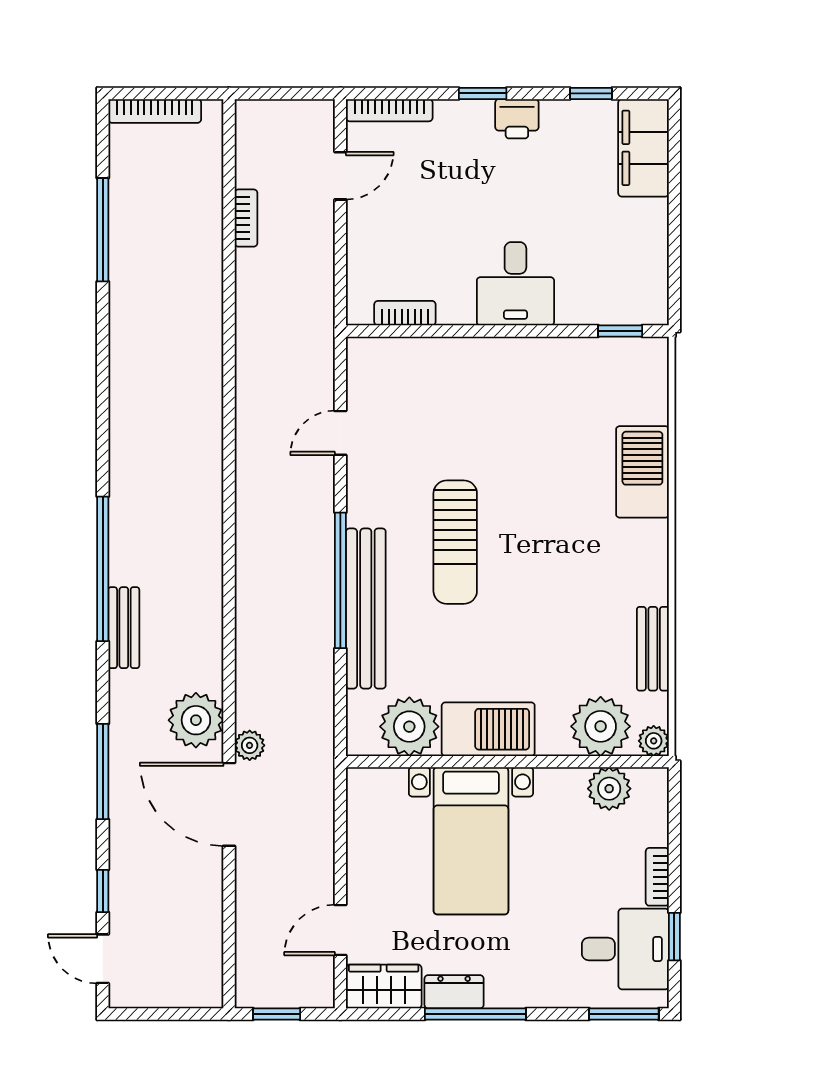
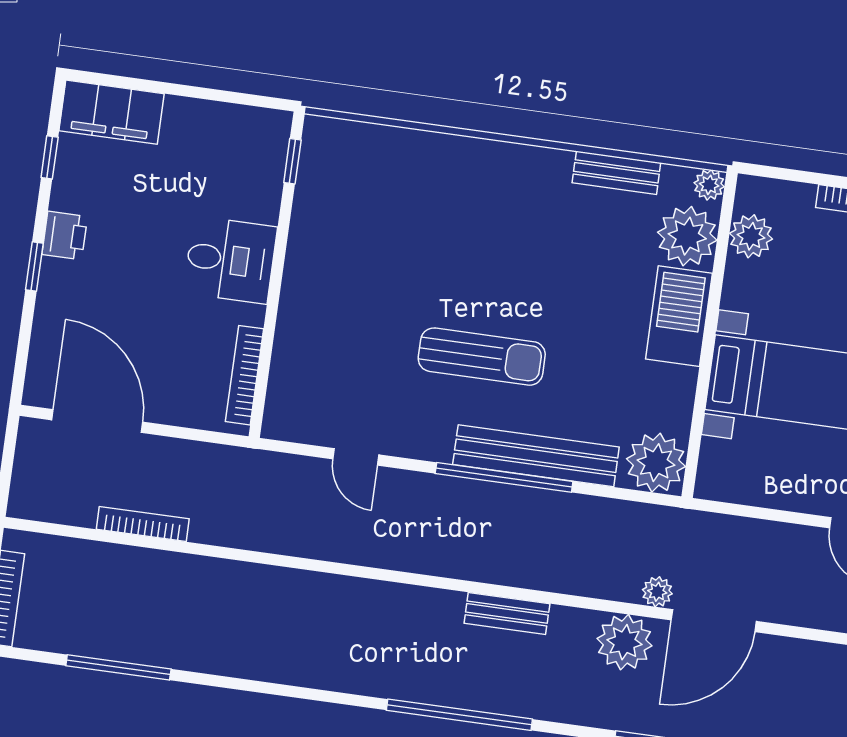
bookcase: (389, 110) -> (38, 363), removed
door: (340, 176) -> (97, 421), width x1.88
bookcase: (246, 218) -> (143, 524), width x1.56
bookcase: (405, 313) -> (244, 375), width x1.56
barbecue: (642, 472) -> (437, 159), removed
bench: (124, 628) -> (507, 613), moved
plant: (409, 727) -> (656, 463), moved
barbecue: (488, 729) -> (679, 316), moved

